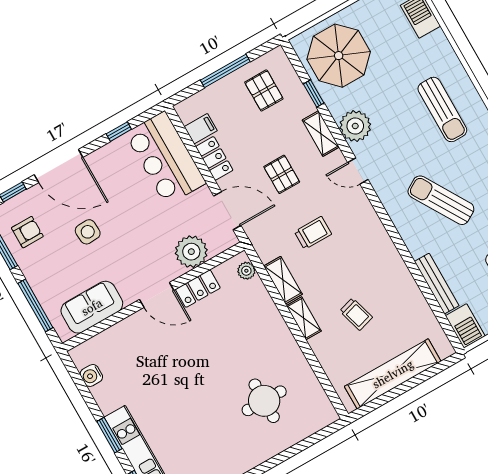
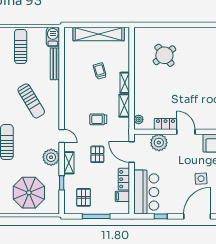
parasol: (339, 56) -> (29, 193), moved
door: (59, 166) -> (197, 216), hinge flipped
round table: (264, 401) -> (164, 55), turned -38

